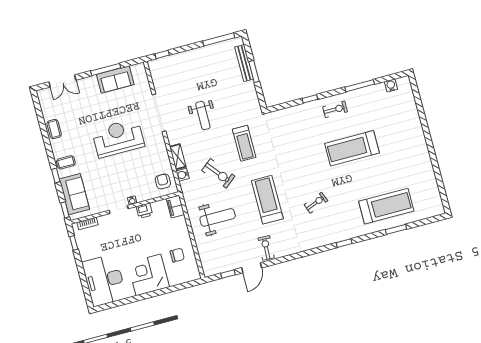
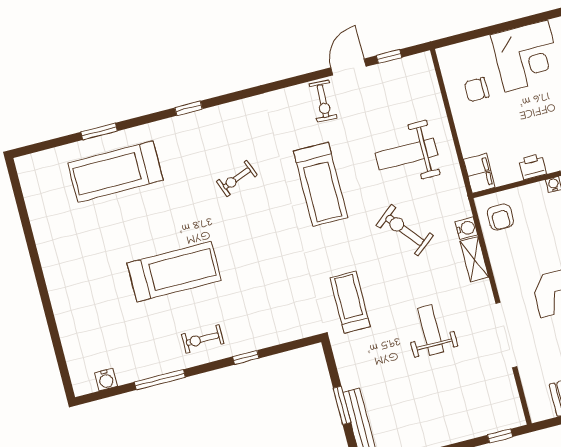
treadmill: (244, 143) -> (350, 302), moved

